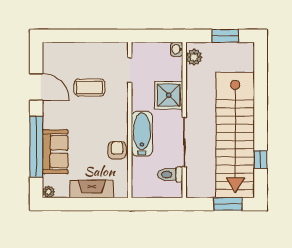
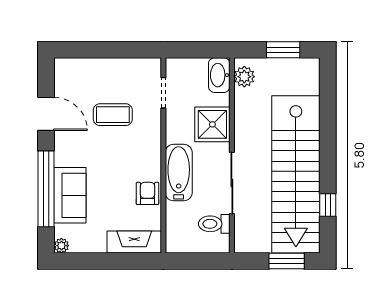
washbasin: (177, 49) -> (219, 75), width x1.91, depth x1.45
fireplace: (92, 189) -> (134, 242), moved

